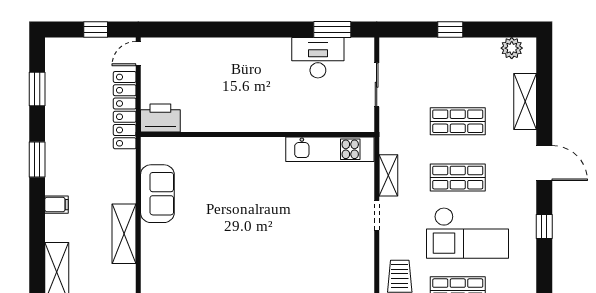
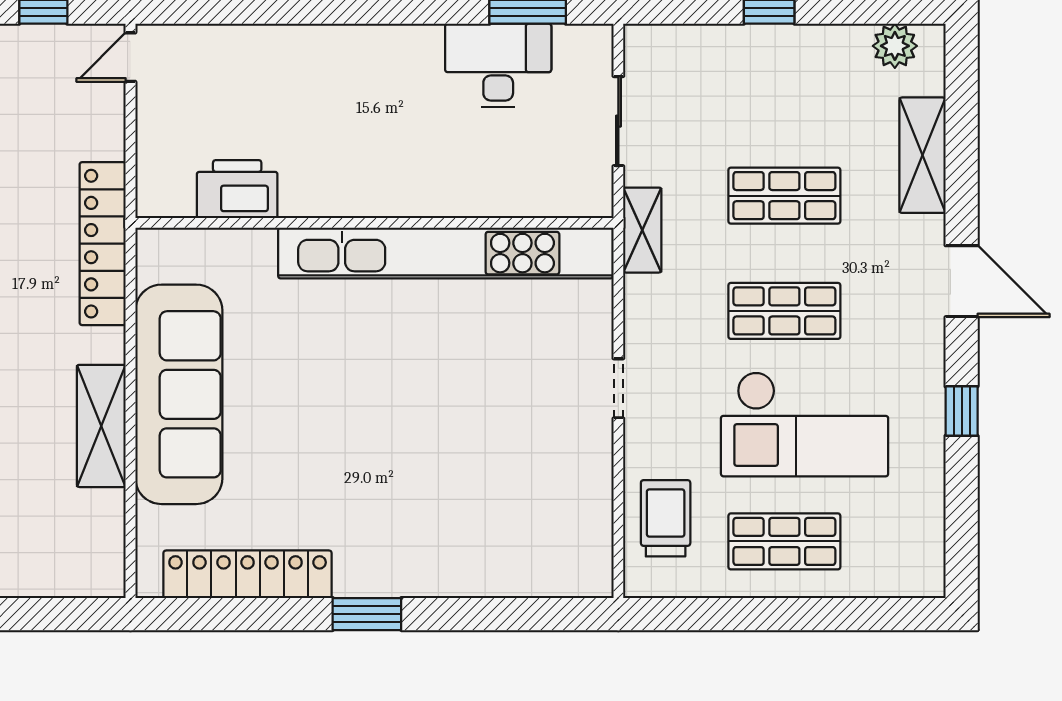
locker: (125, 110) -> (103, 244), moved
printer: (160, 118) -> (237, 189), moved
kitchen unit: (330, 149) -> (445, 253), width x1.86
shelving: (388, 175) -> (642, 230), moved
sofa: (157, 194) -> (179, 394), width x1.85, depth x1.27

